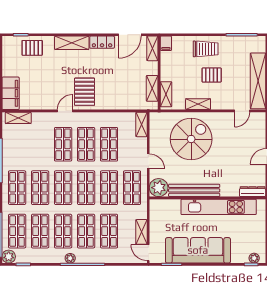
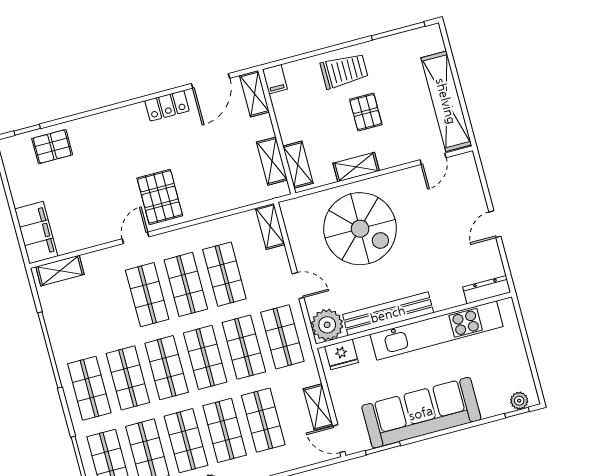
shelving: (72, 43) -> (116, 120), removed
pallet: (212, 75) -> (366, 112), turned 90
spiral stairs: (191, 139) -> (360, 229), turned 90
fridge: (162, 206) -> (342, 354), added

